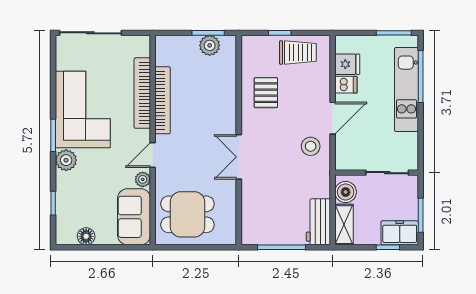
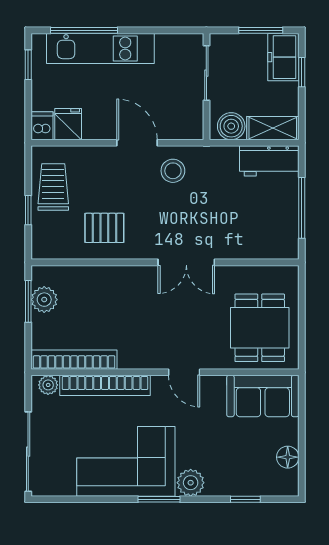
window: (394, 33) -> (28, 65), width x0.67
dishwasher: (346, 85) -> (42, 126), moved
bookcase: (163, 100) -> (74, 360), moved
plant: (143, 179) -> (48, 385), moved

